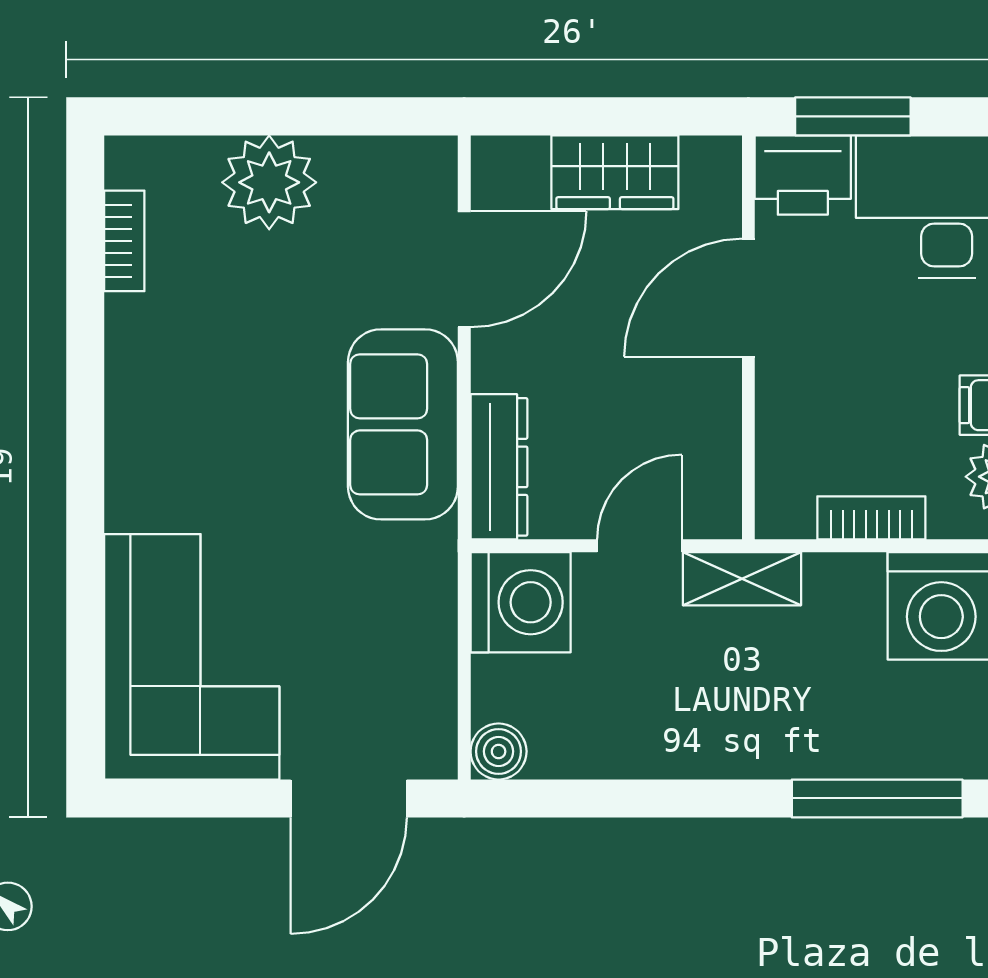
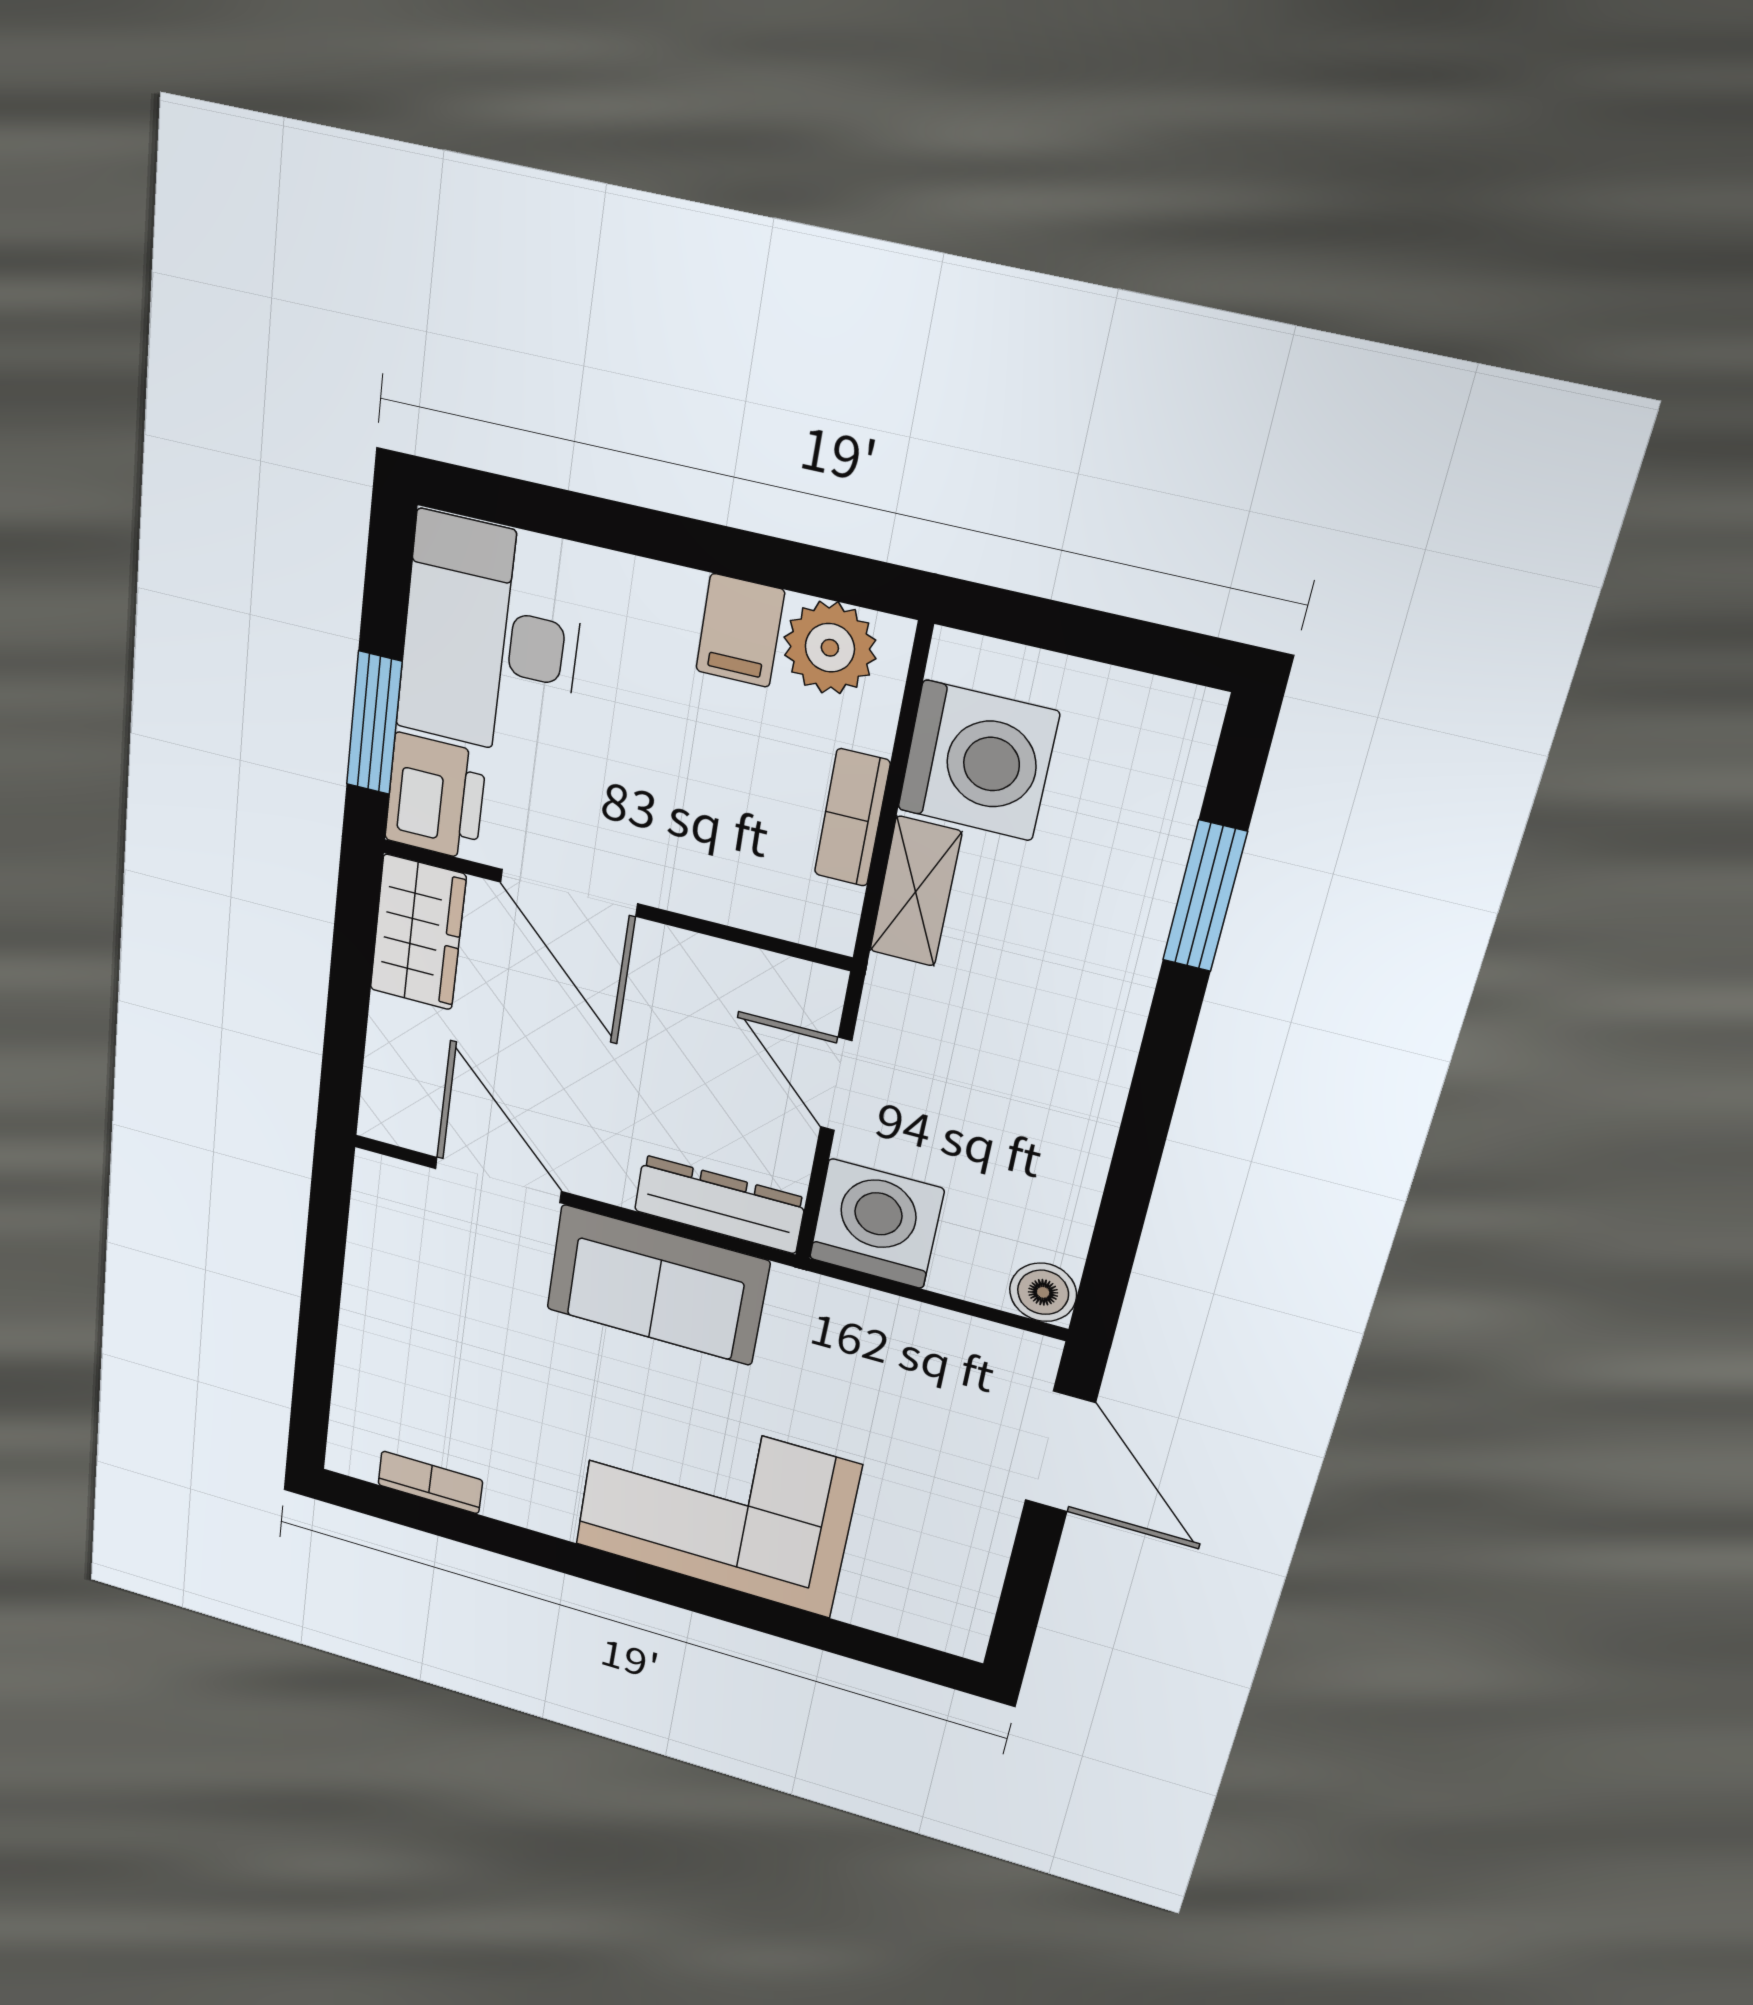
wardrobe: (615, 172) -> (418, 933), moved
plant: (269, 182) -> (386, 1338), removed
shelving: (742, 579) -> (916, 892), moved
corner sofa: (192, 657) -> (716, 1505), moved
window: (877, 798) -> (1205, 896), width x0.69

